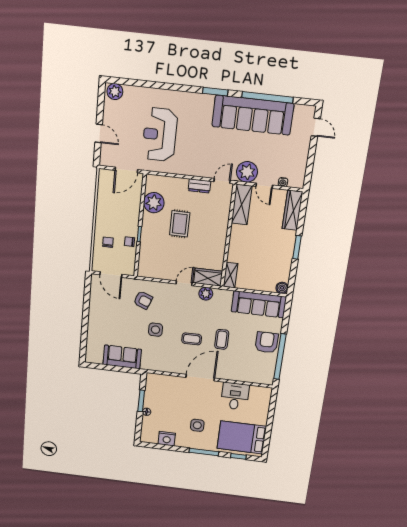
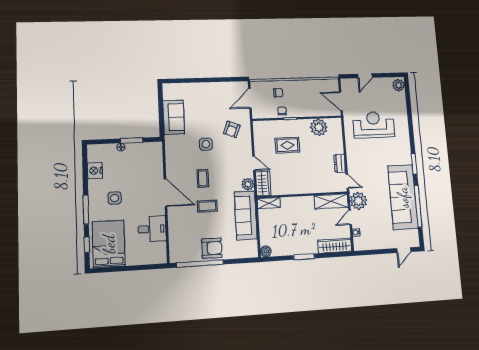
rug: (180, 224) -> (287, 145), moved
sofa: (259, 304) -> (246, 215), moved

